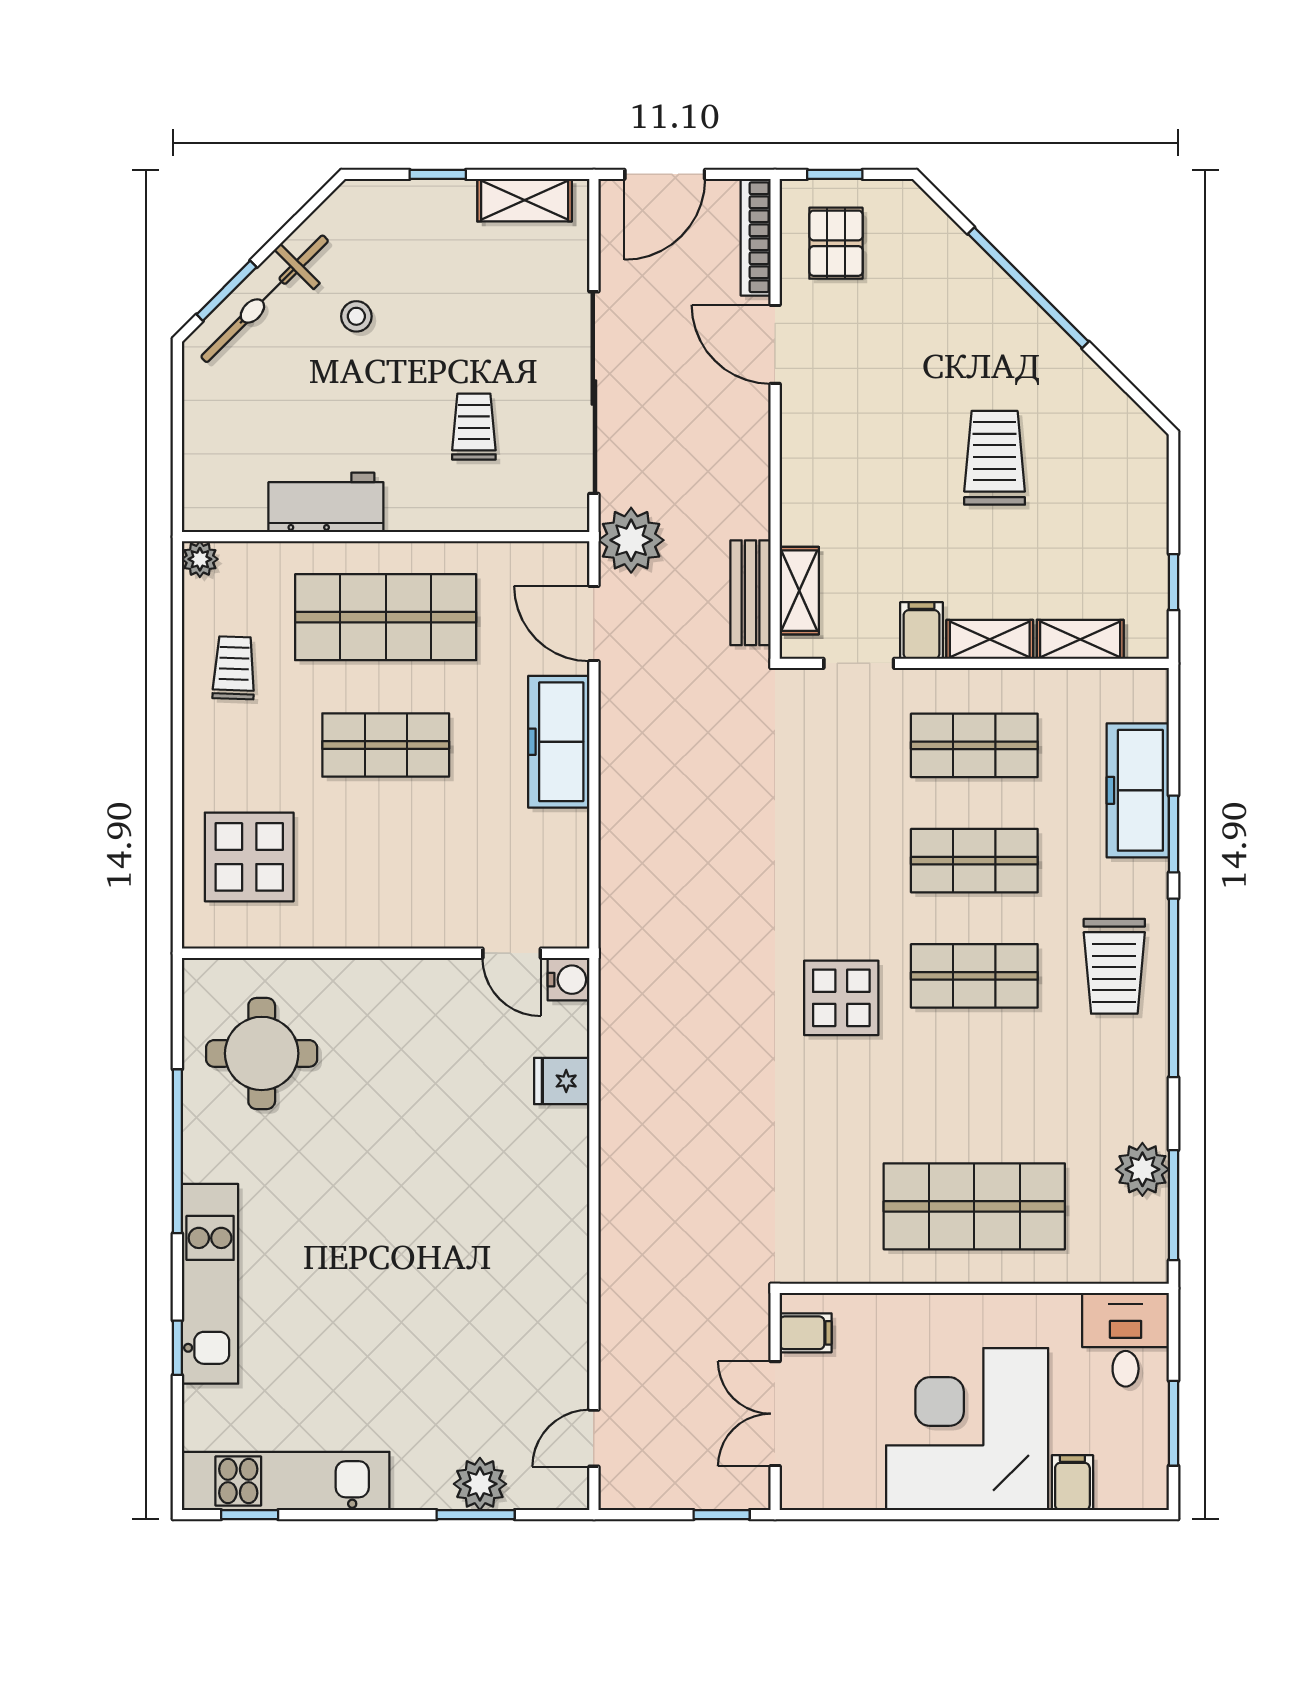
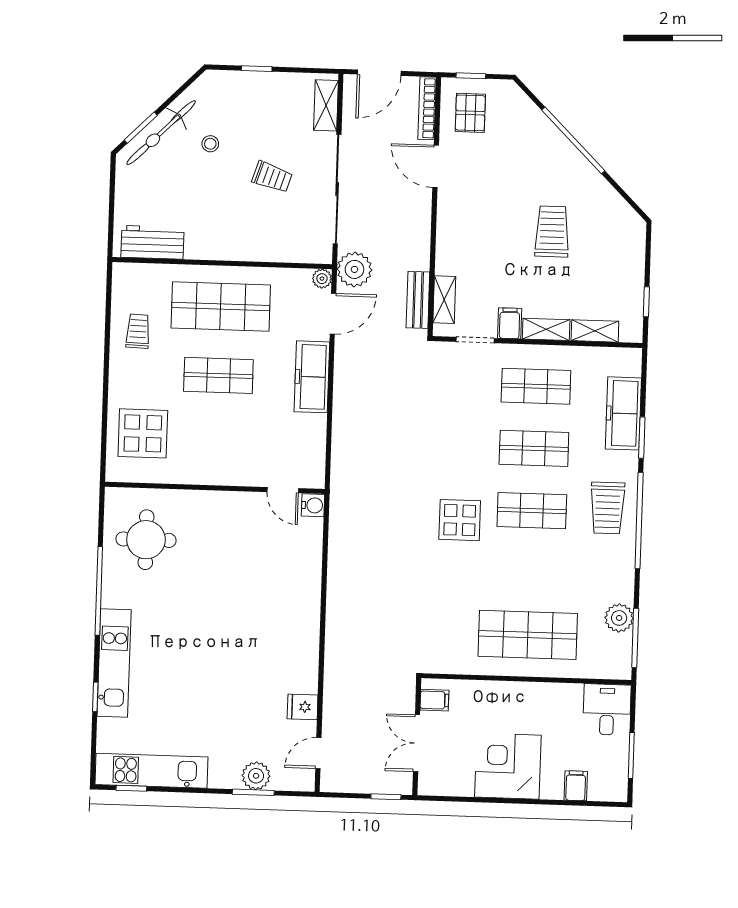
shelving: (525, 200) -> (326, 105), moved, turned 90
trolley: (474, 427) -> (272, 177), moved, turned 108
workbench: (326, 502) -> (152, 242), moved
plant: (200, 559) -> (322, 279), moved
door: (594, 624) -> (333, 314), swing flipped
fridge: (562, 1081) -> (303, 707), moved
corner desk: (967, 1429) -> (508, 766), width x0.74, depth x0.74

